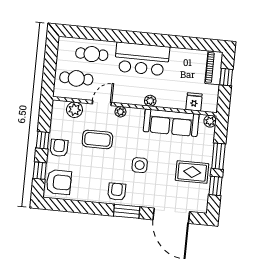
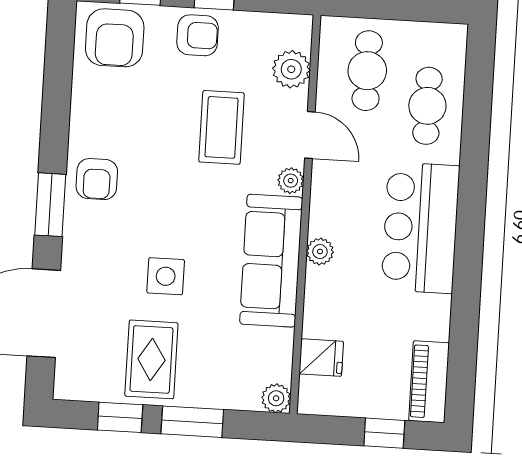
piano: (214, 68) -> (429, 382), moved, turned -90
sofa: (171, 123) -> (271, 261), moved
side table: (140, 165) -> (166, 276), moved
armchair: (117, 192) -> (97, 179), turned 90

